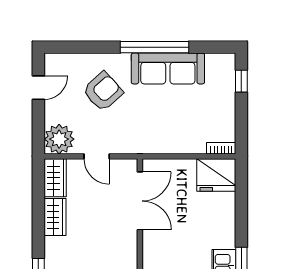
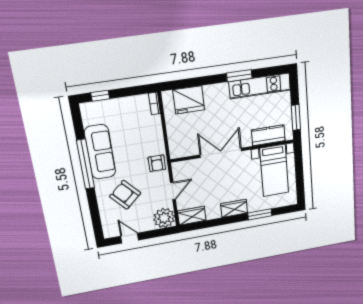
armchair: (140, 140) -> (157, 163), added
fridge: (216, 175) -> (189, 100), moved, turned 90
double door: (140, 201) -> (221, 153), moved
wardrobe: (55, 217) -> (234, 208), moved

